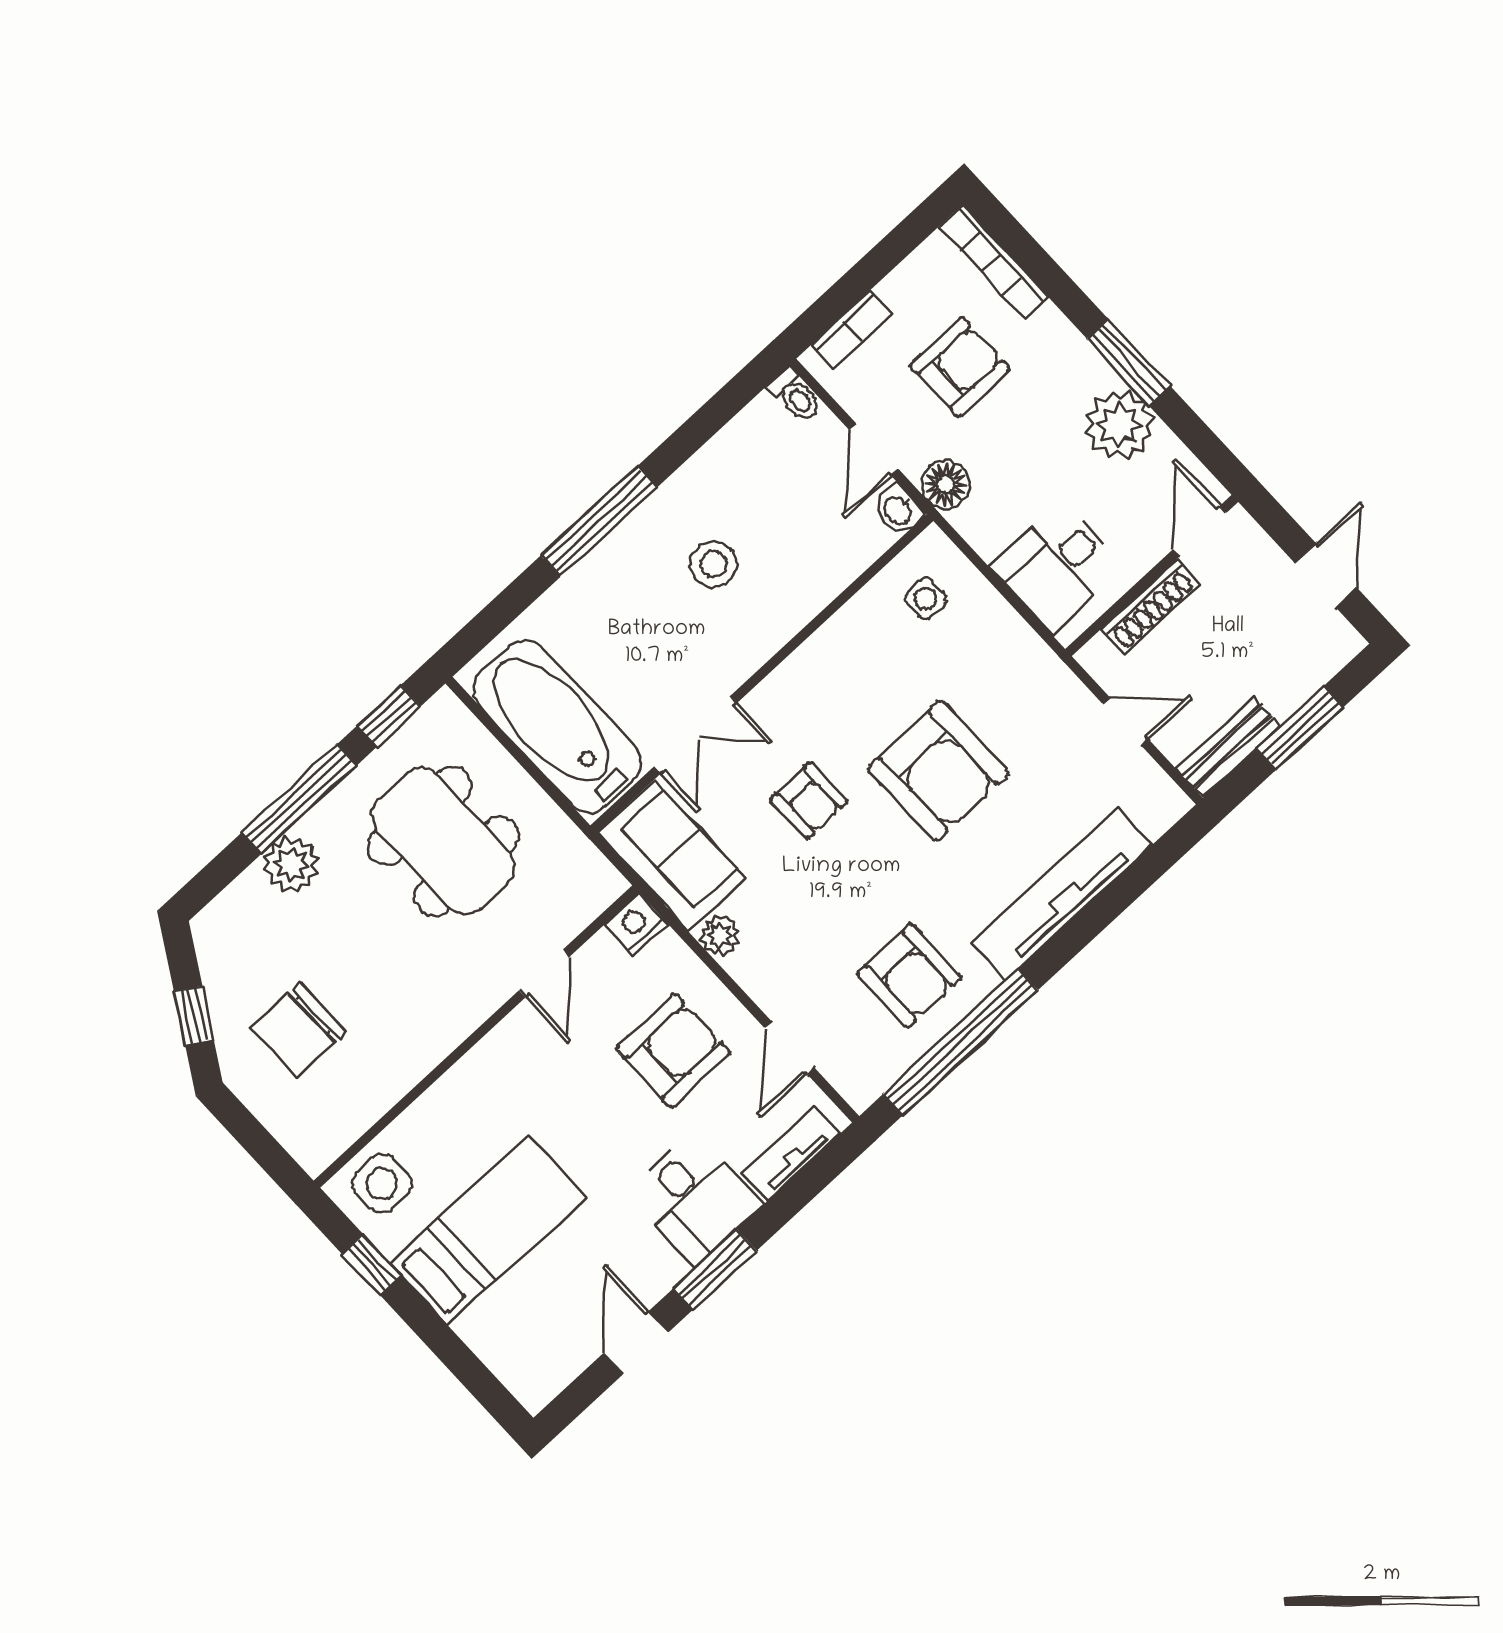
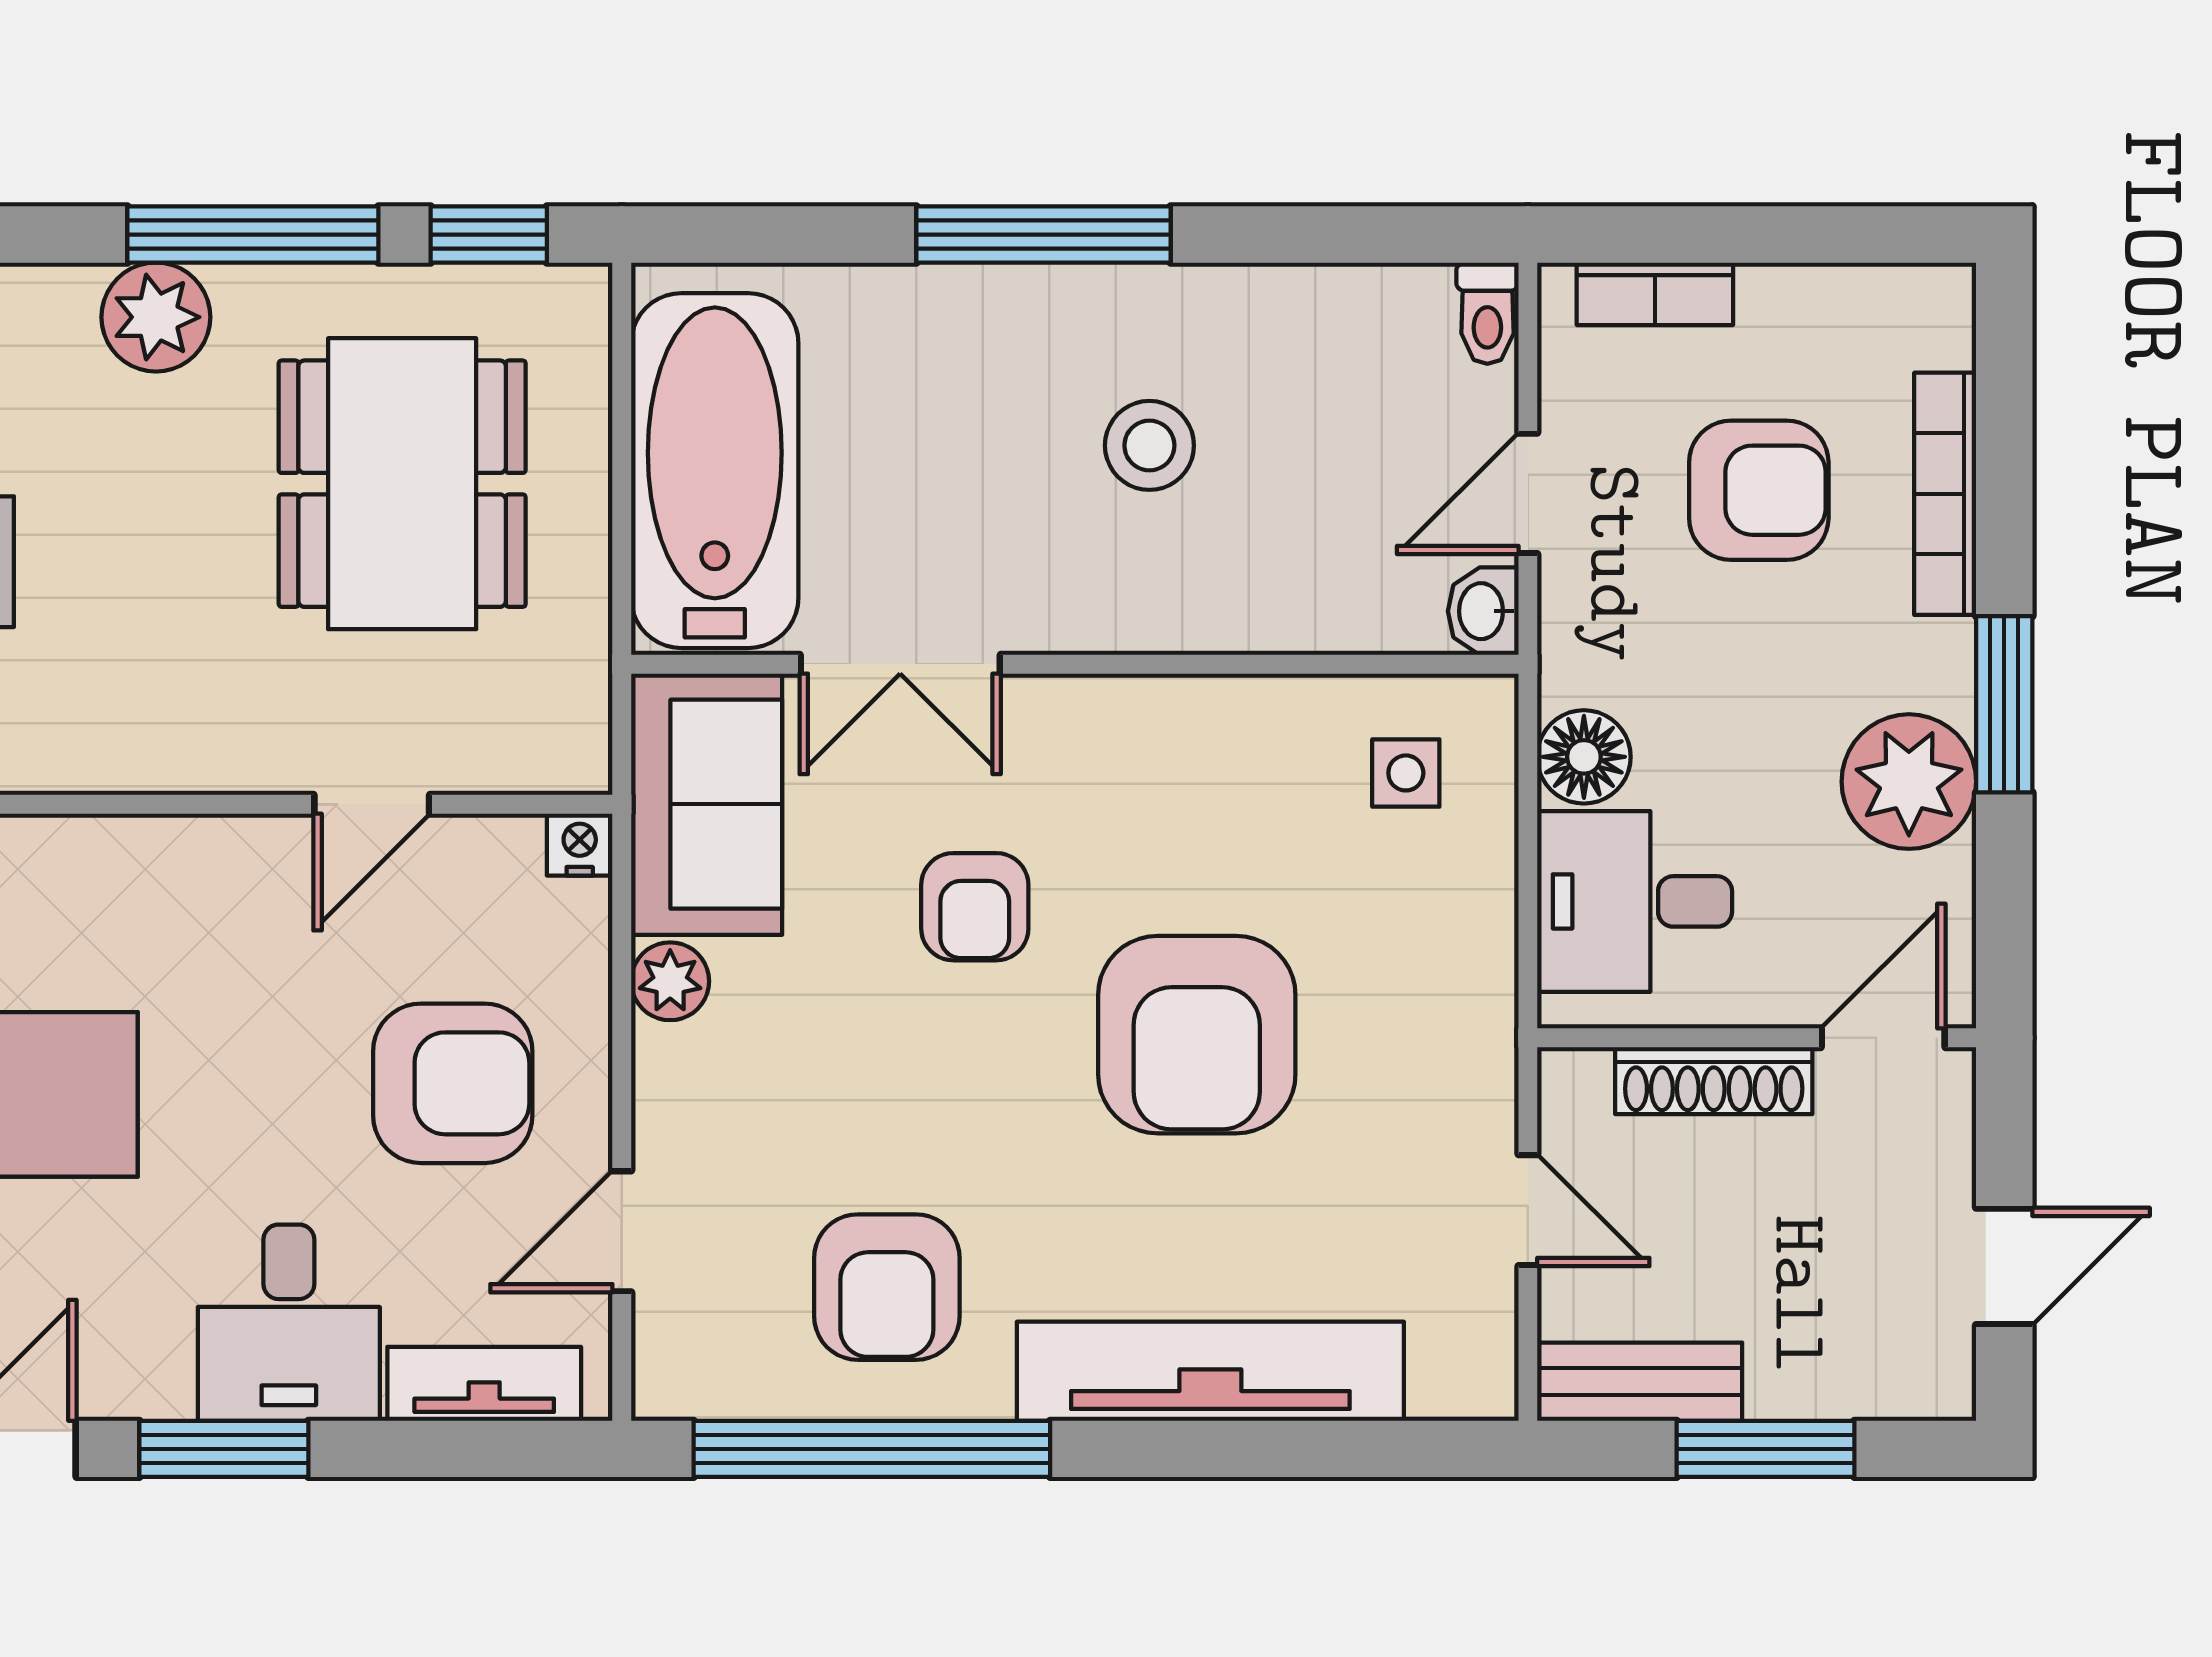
bookcase: (994, 262) -> (1945, 494), moved
floor lamp: (946, 484) -> (1584, 757), moved
nightstand: (636, 924) -> (580, 845), width x0.72, depth x0.74

